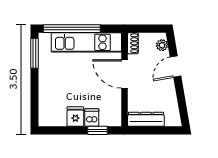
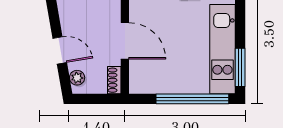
kitchen unit: (86, 42) -> (222, 49), moved, turned -90
door: (176, 67) -> (60, 50), hinge flipped

